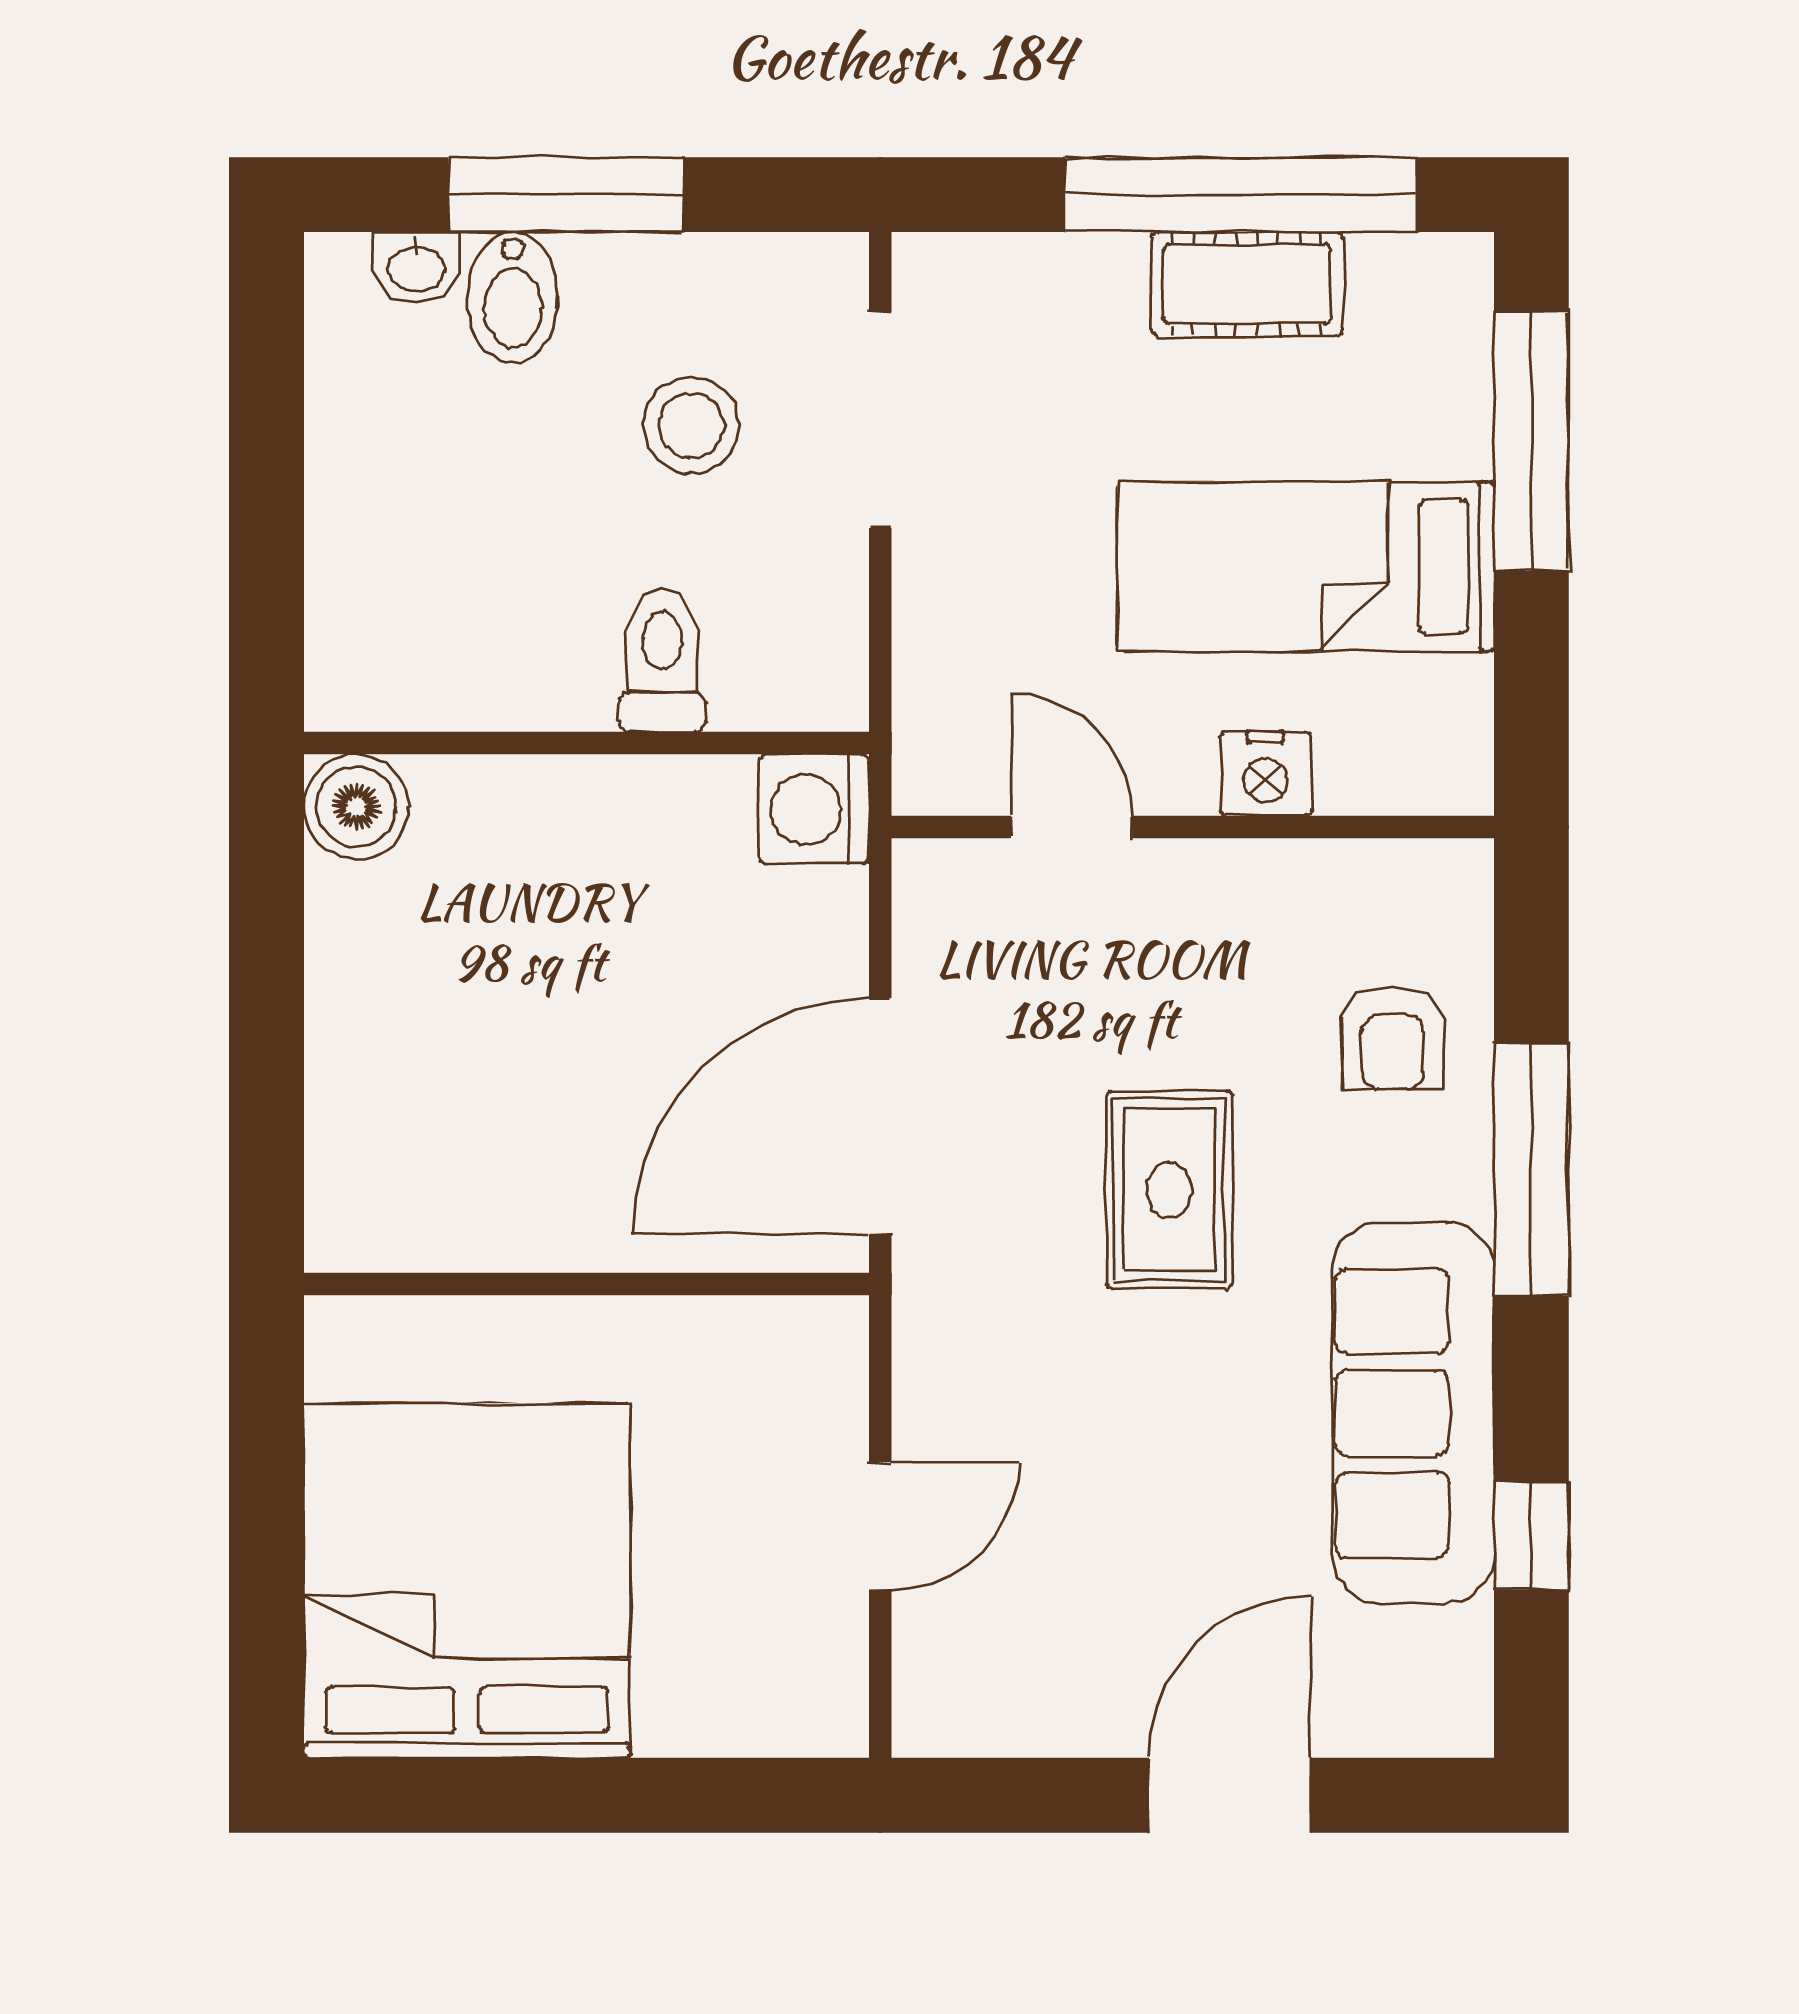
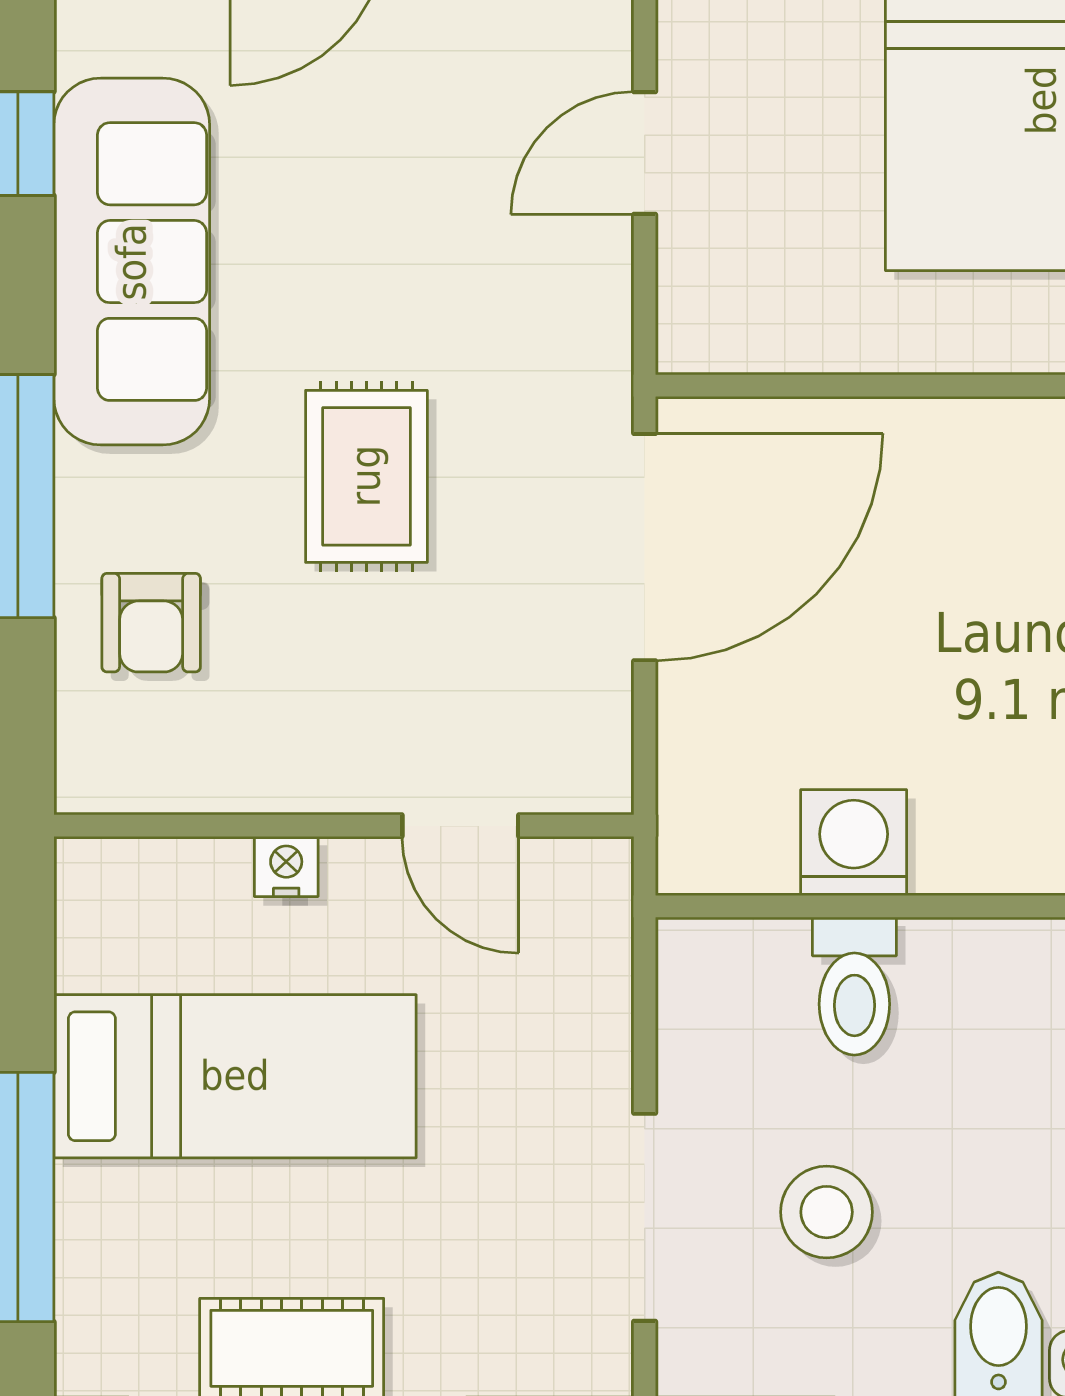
nightstand: (1265, 773) -> (286, 866), width x0.72, depth x0.74
washing machine: (814, 809) -> (854, 843), moved, turned -90
armchair: (1393, 1038) -> (151, 623), turned 180

